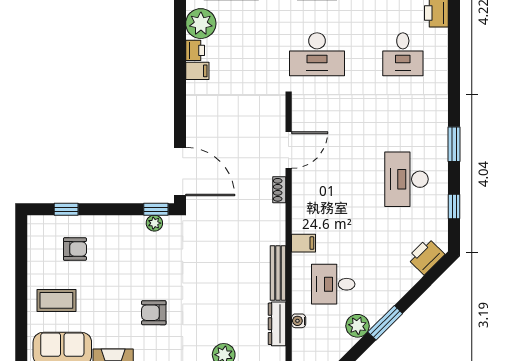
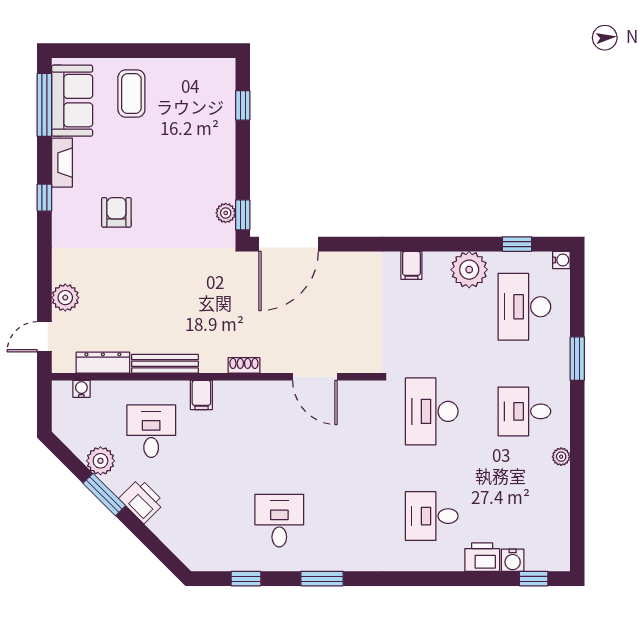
printer: (195, 50) -> (436, 263), removed
desk: (407, 179) -> (279, 521), width x0.73
shoe rack: (279, 190) -> (244, 365), moved
armchair: (75, 249) -> (194, 116), removed
printer: (426, 256) -> (142, 501), moved
water cooler: (299, 321) -> (81, 389), moved

